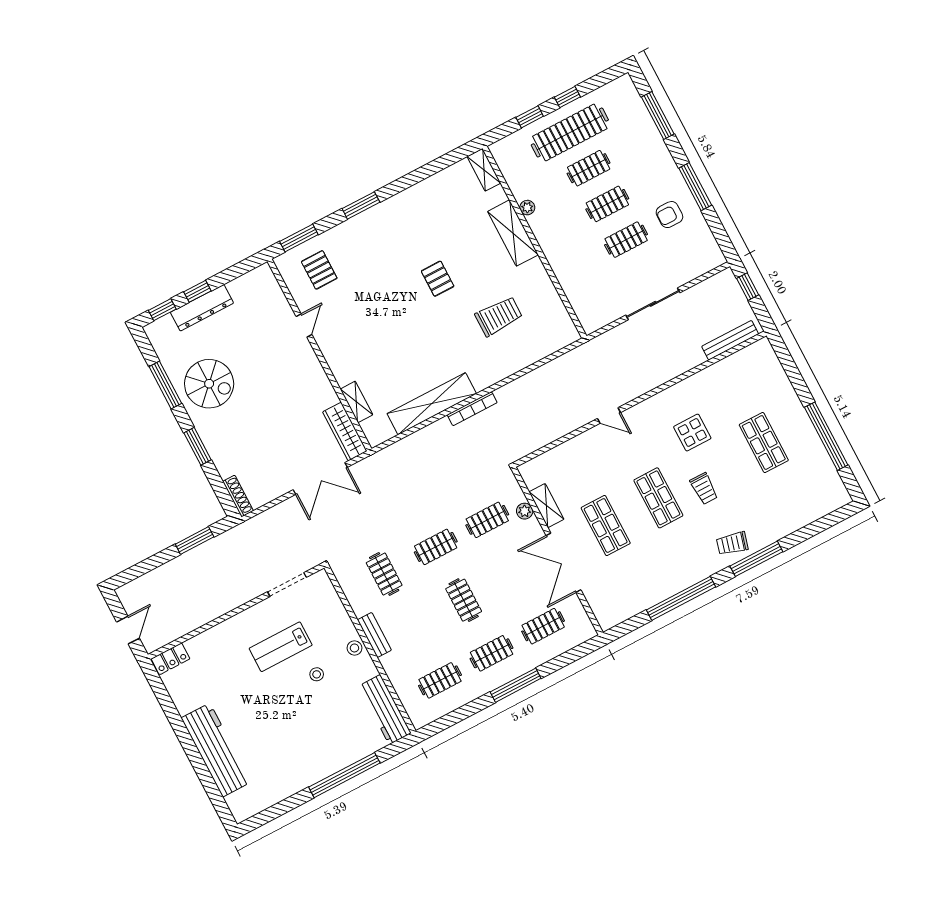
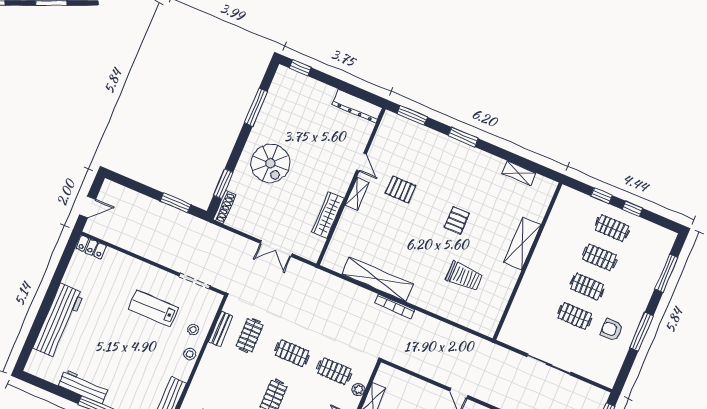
clothes rail: (570, 132) -> (612, 228), width x0.54, depth x0.76
shelving: (484, 170) -> (519, 173), moved, turned 90
plant: (527, 208) -> (545, 240), removed
pallet: (319, 270) -> (401, 189), moved, turned 90
window: (197, 291) -> (329, 80), removed
dresser: (202, 308) -> (357, 106), moved
door: (304, 325) -> (361, 162), hinge flipped
spiral stairs: (209, 384) -> (270, 163), moved
shelving: (356, 402) -> (357, 194), moved
wardrobe: (345, 432) -> (328, 215), moved
window: (198, 446) -> (223, 184), moved
double door: (320, 479) -> (276, 249), width x0.73
bench: (374, 635) -> (221, 329), moved
stool: (317, 674) -> (193, 330), moved
workbench: (301, 778) -> (84, 387), added

